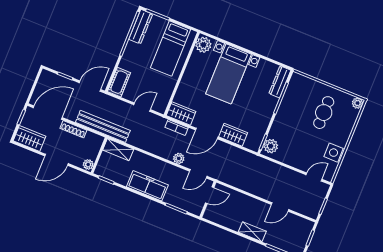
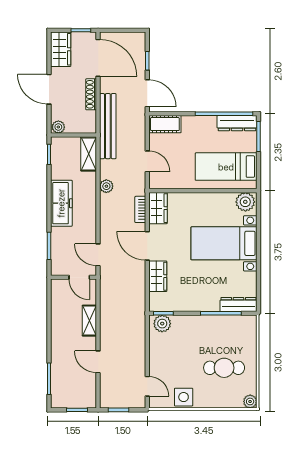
plant: (179, 158) -> (106, 186), moved
shelving: (252, 232) -> (89, 321), moved

